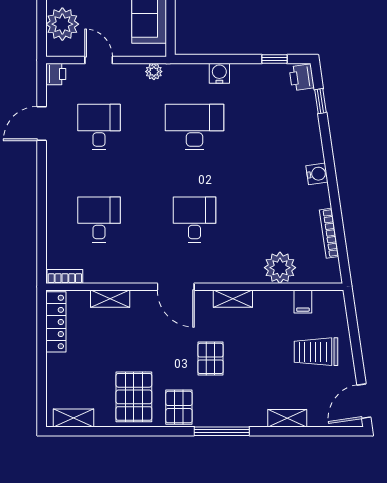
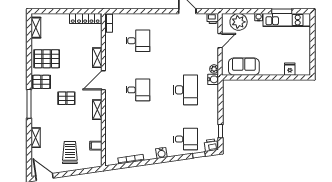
water cooler: (219, 73) -> (213, 79), moved
desk: (99, 127) -> (185, 139), moved
plant: (280, 268) -> (113, 134), removed
shelving: (110, 299) -> (97, 58), moved

